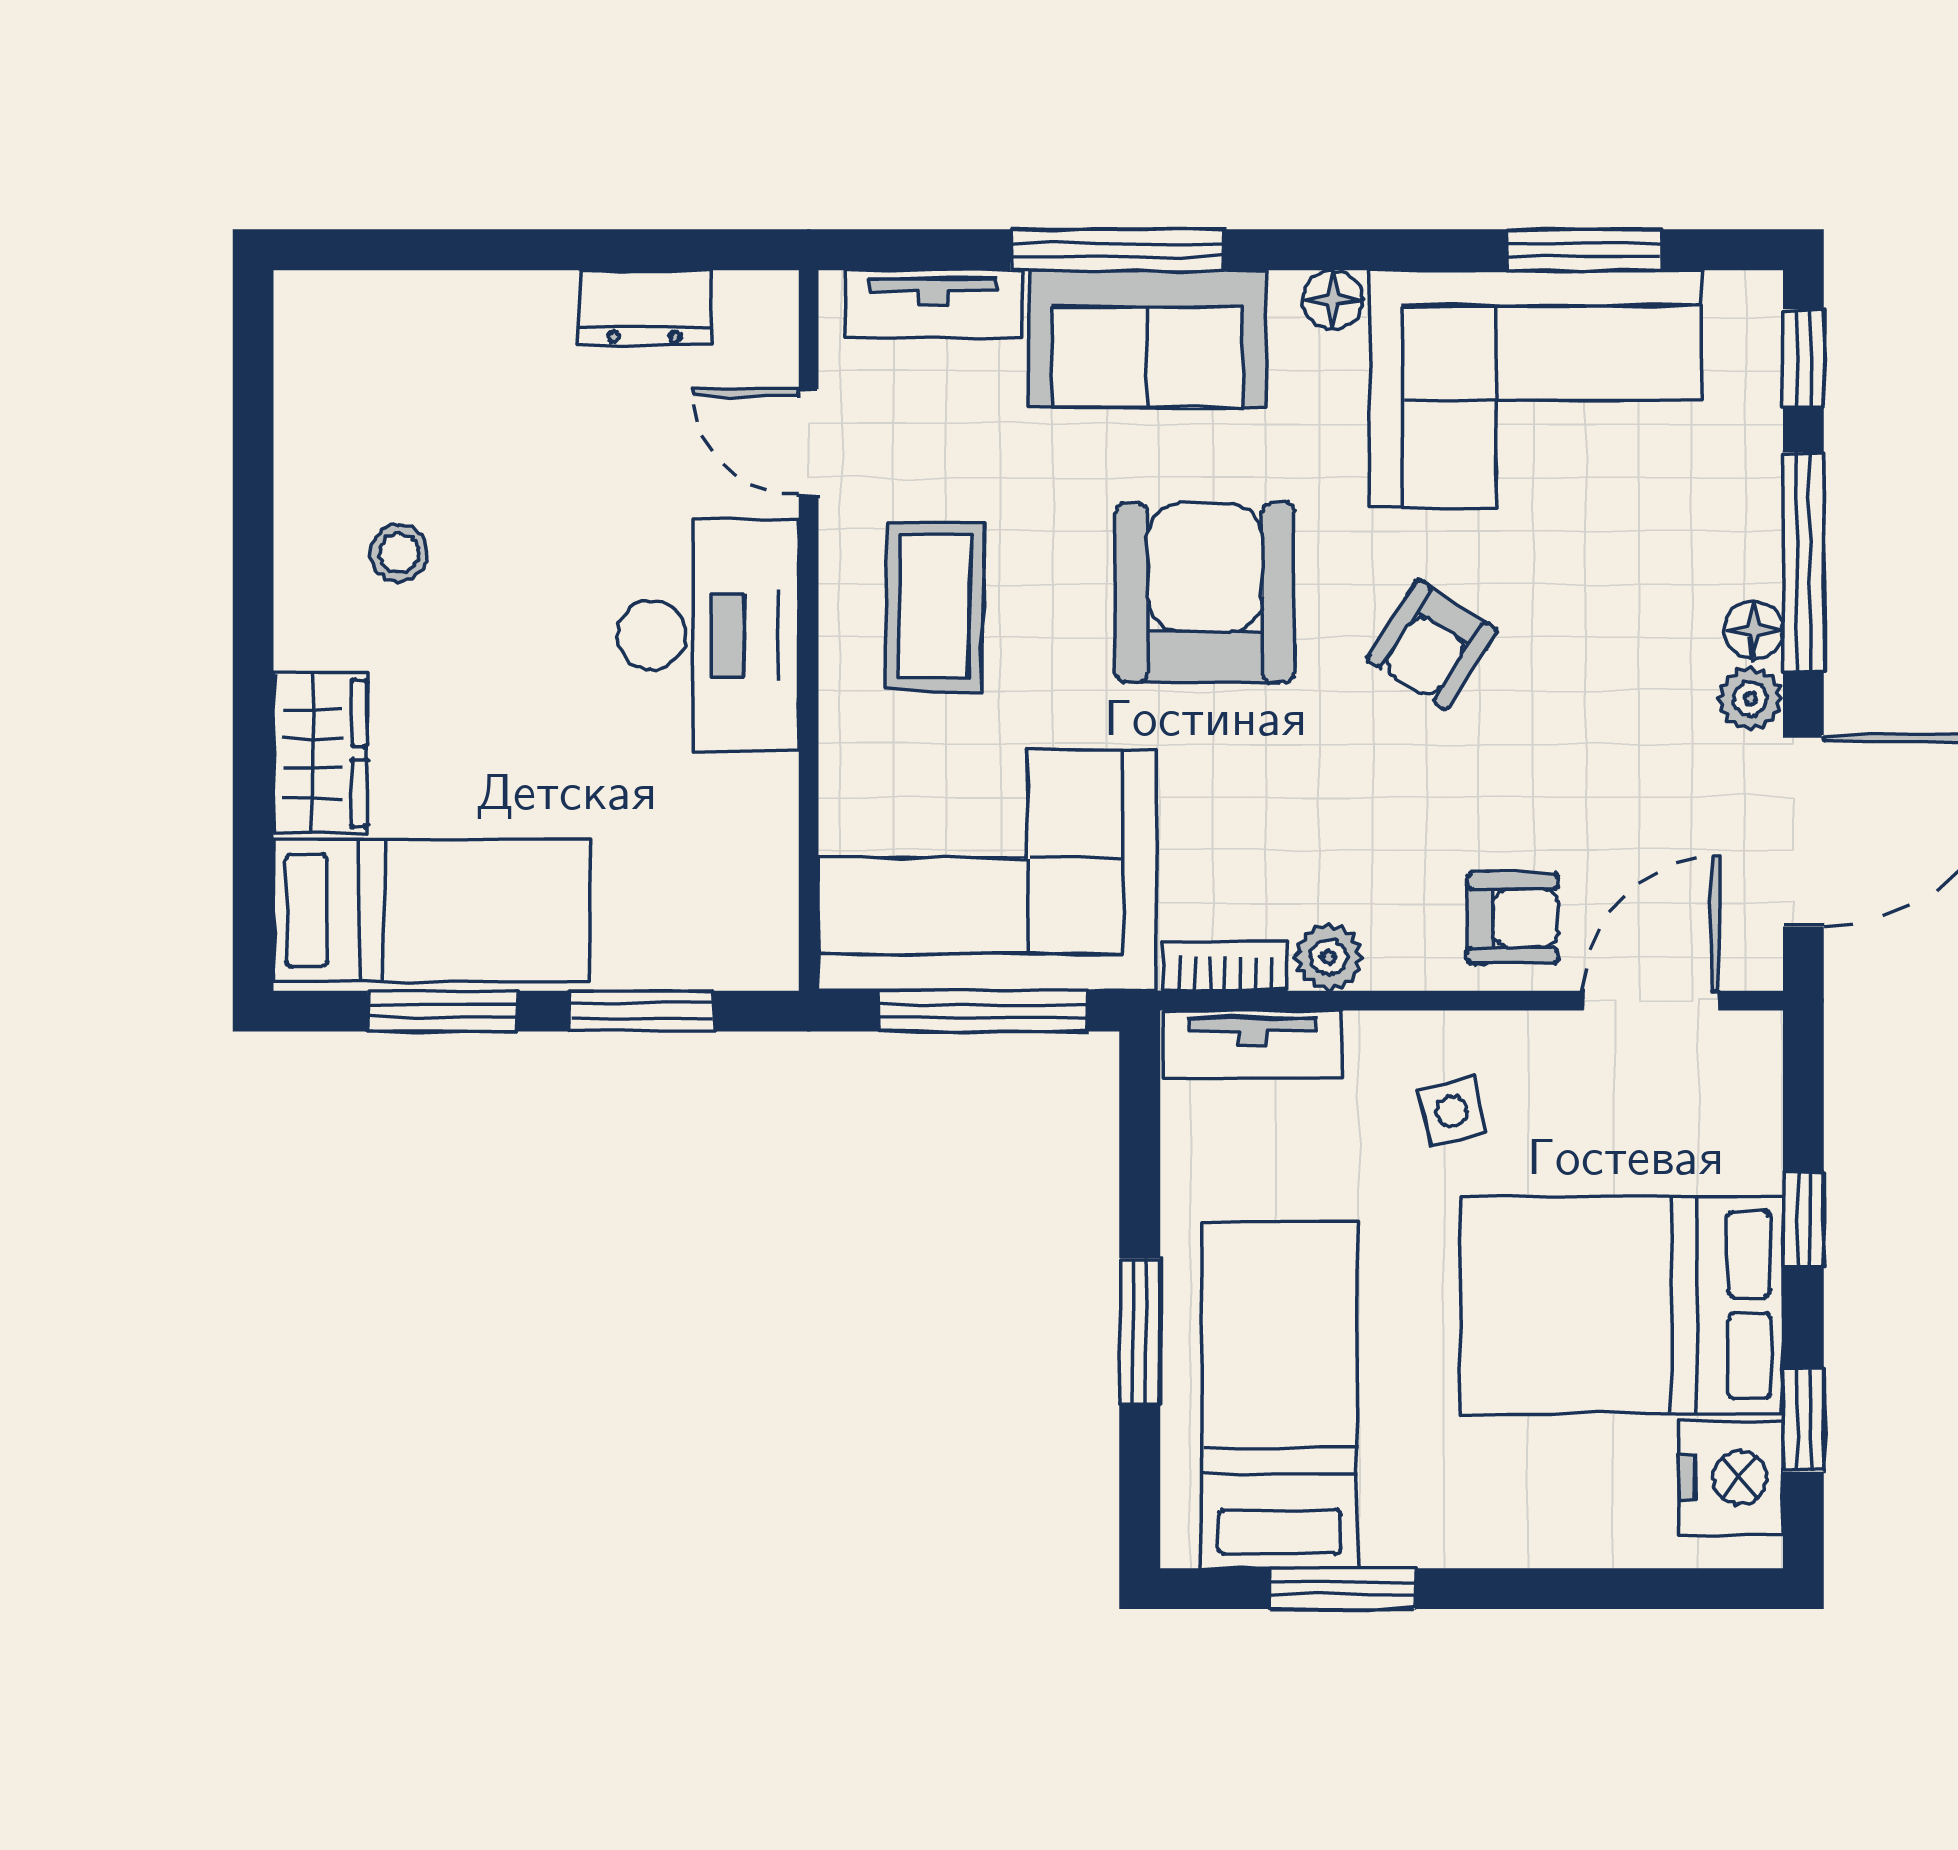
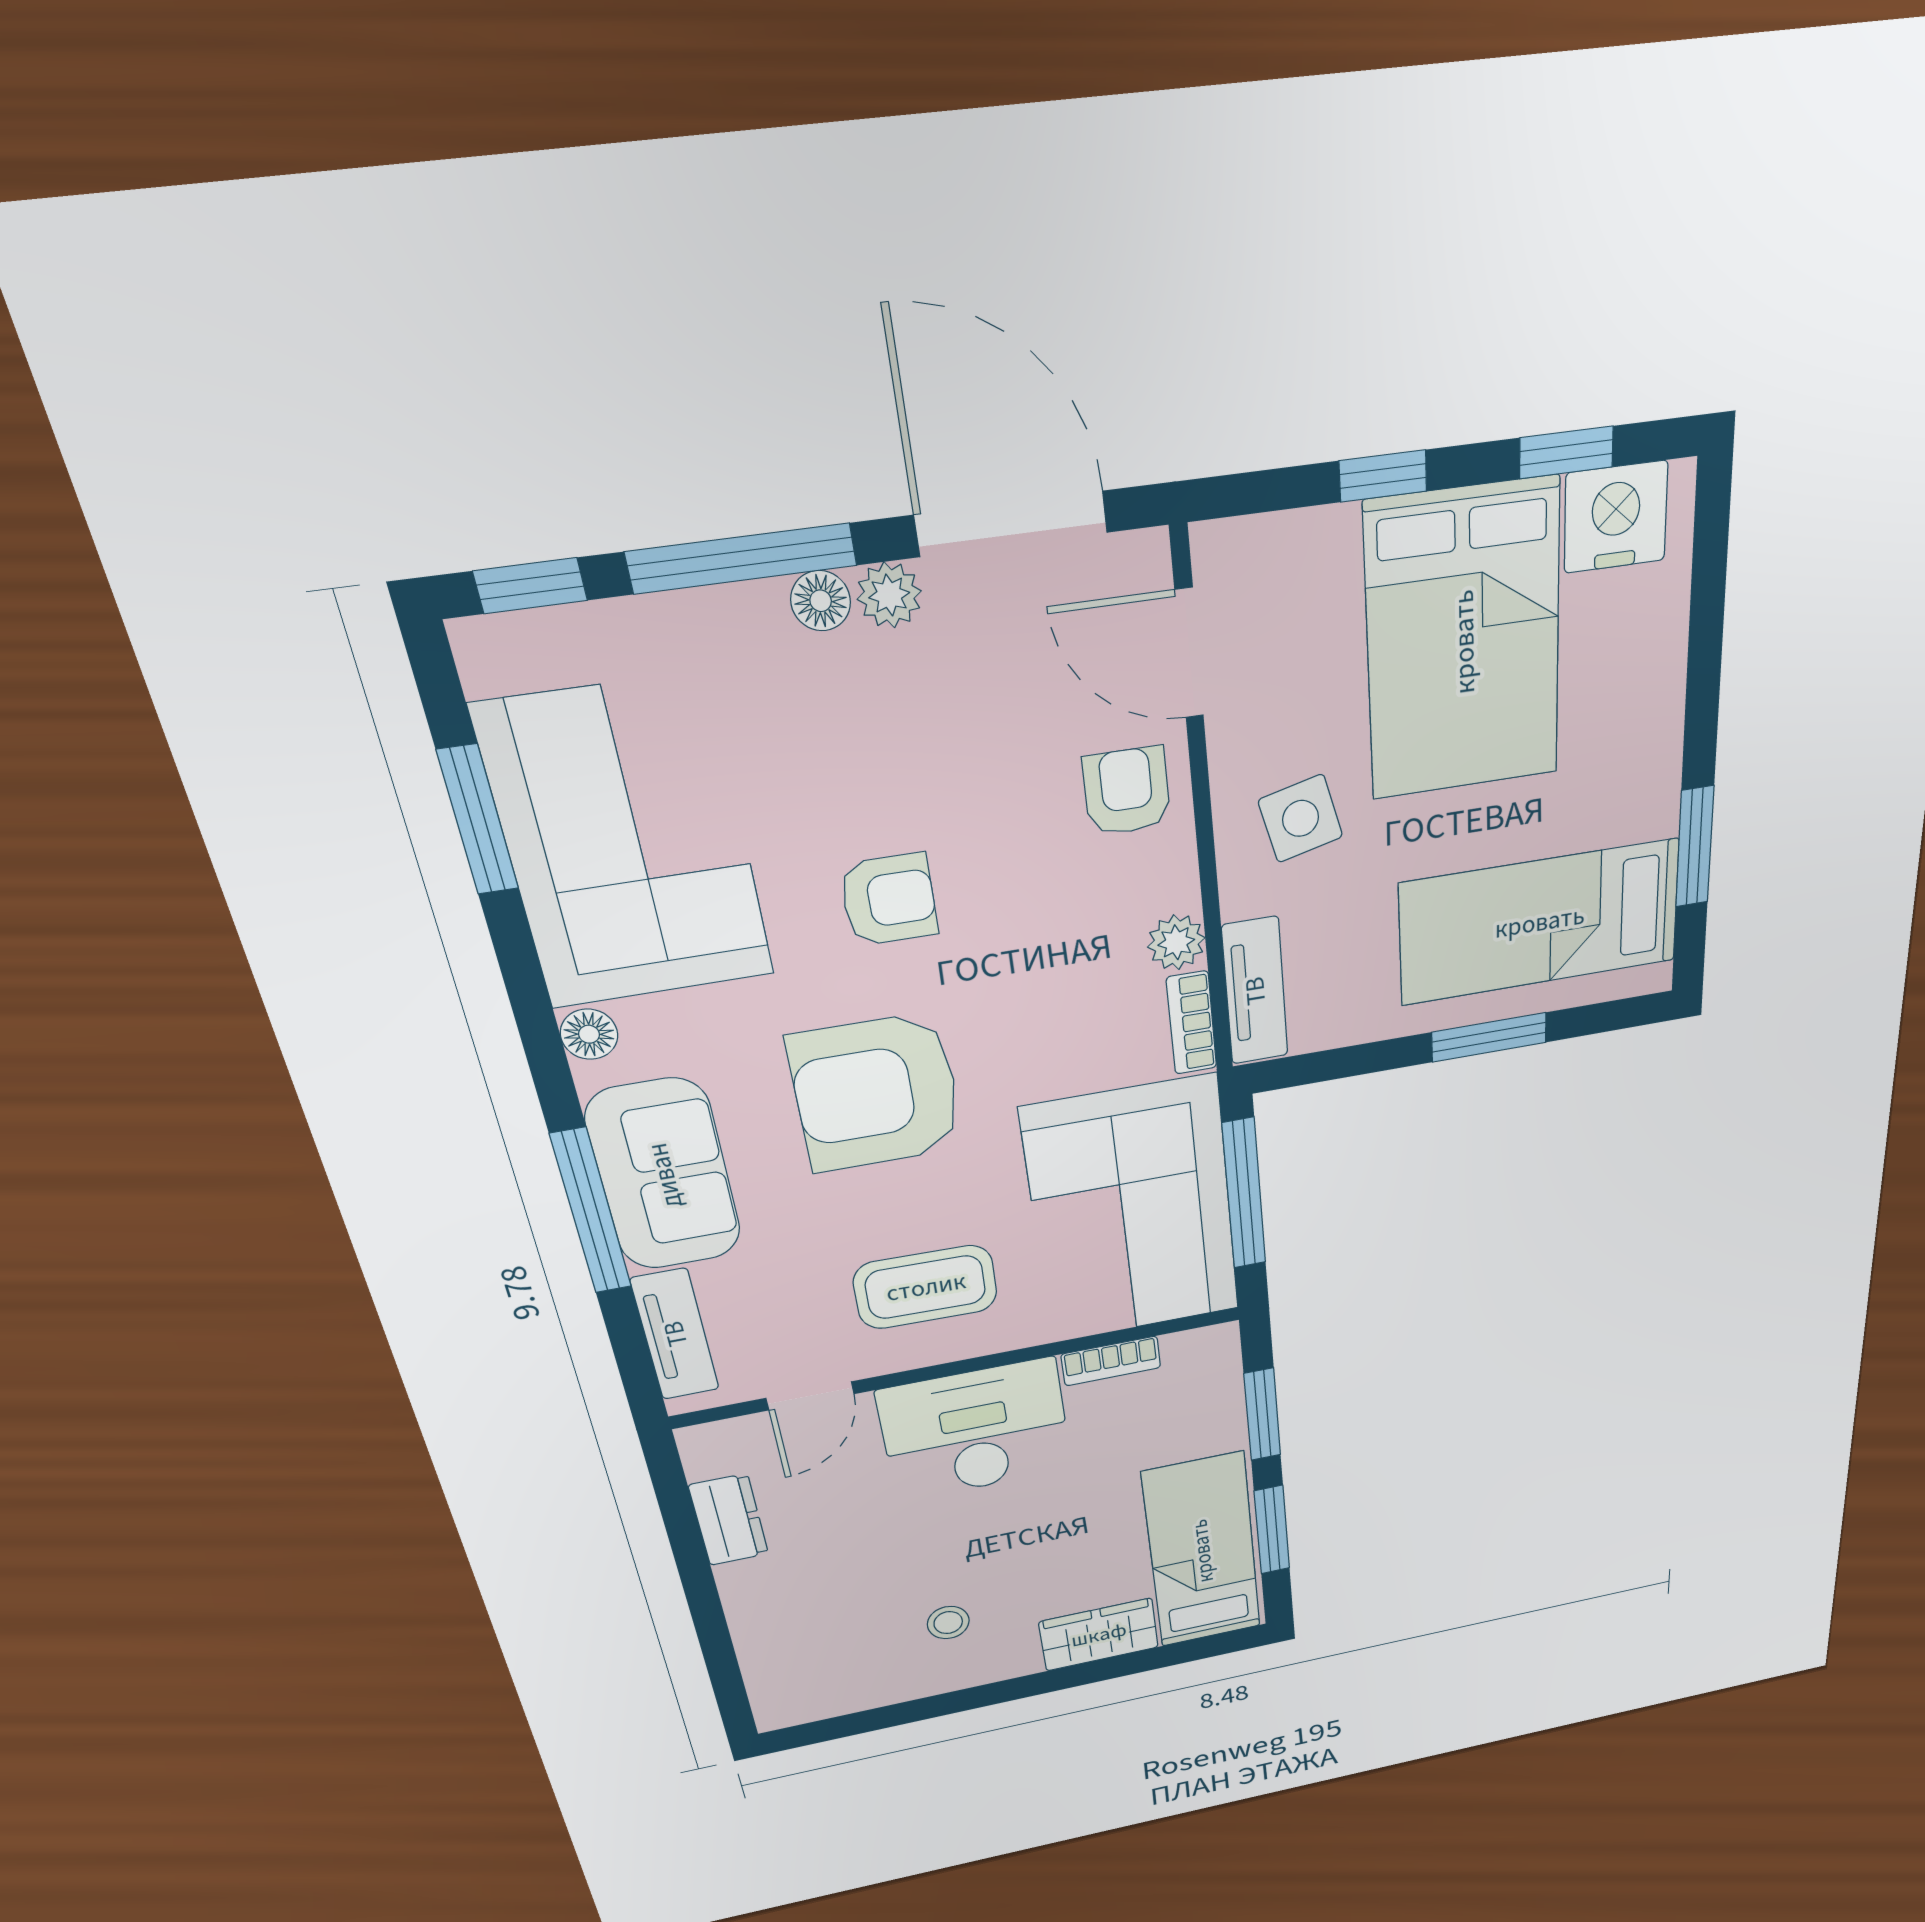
armchair: (1432, 645) -> (889, 900), turned -33
bookcase: (774, 820) -> (1111, 1361), added
side table: (1452, 1111) -> (1301, 818), width x1.37, depth x1.37

